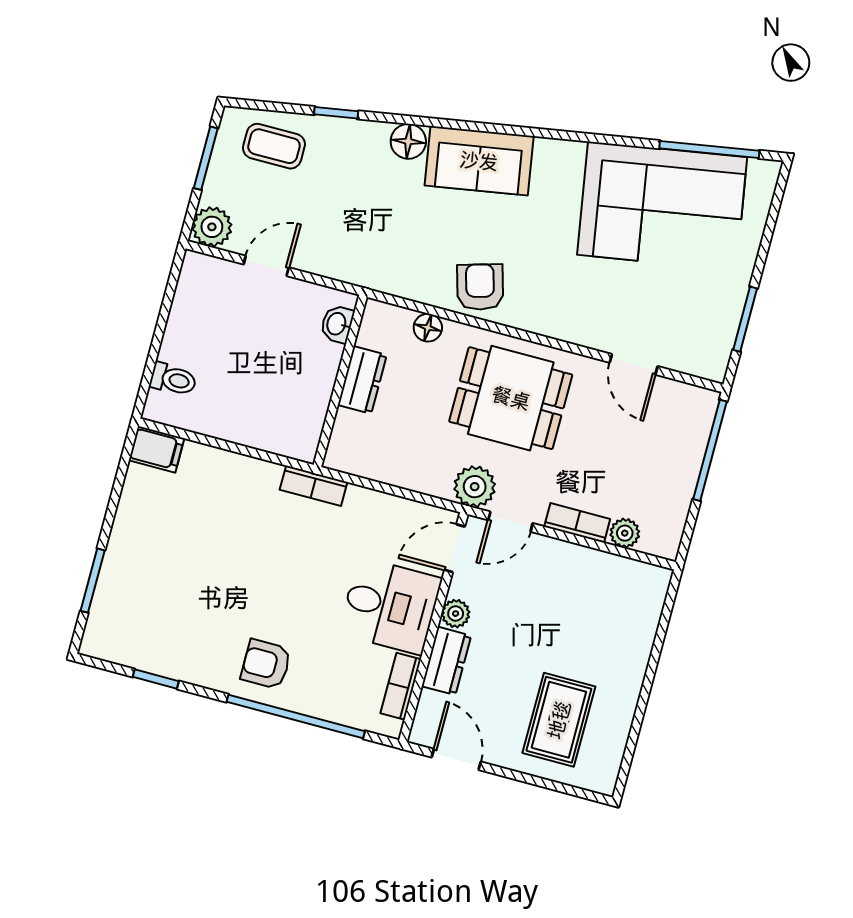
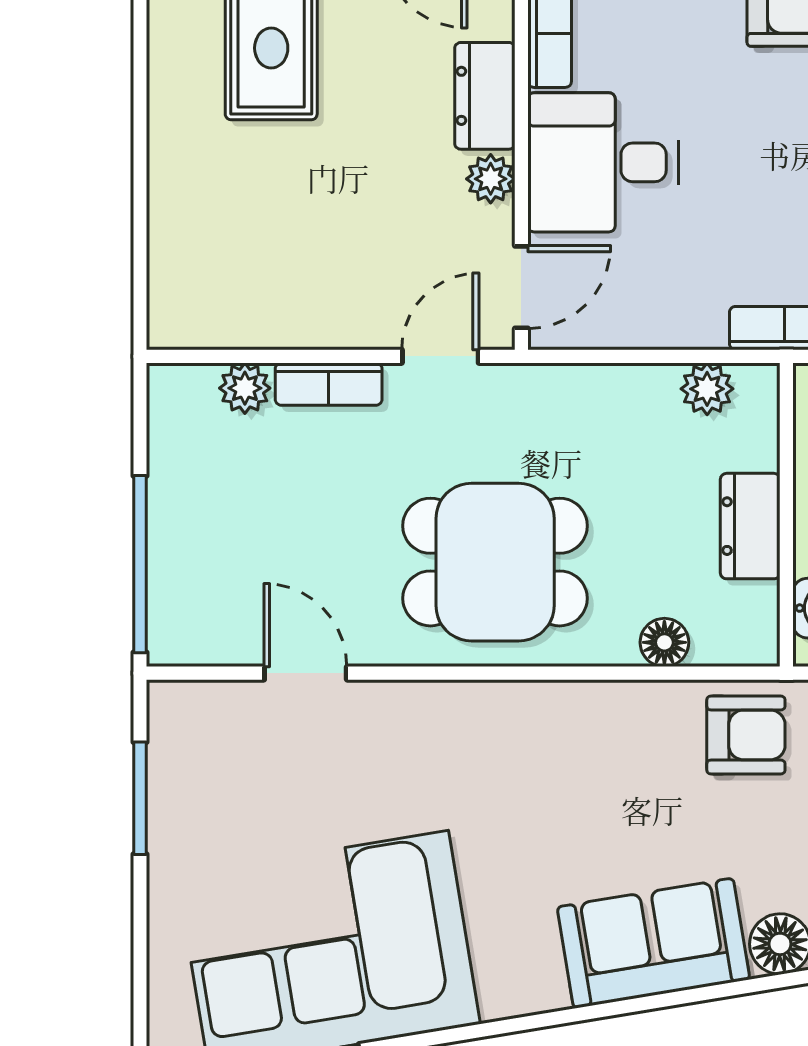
armchair: (480, 287) -> (746, 735), moved, turned -74
plant: (475, 487) -> (707, 389), moved, width x0.73, depth x0.73

